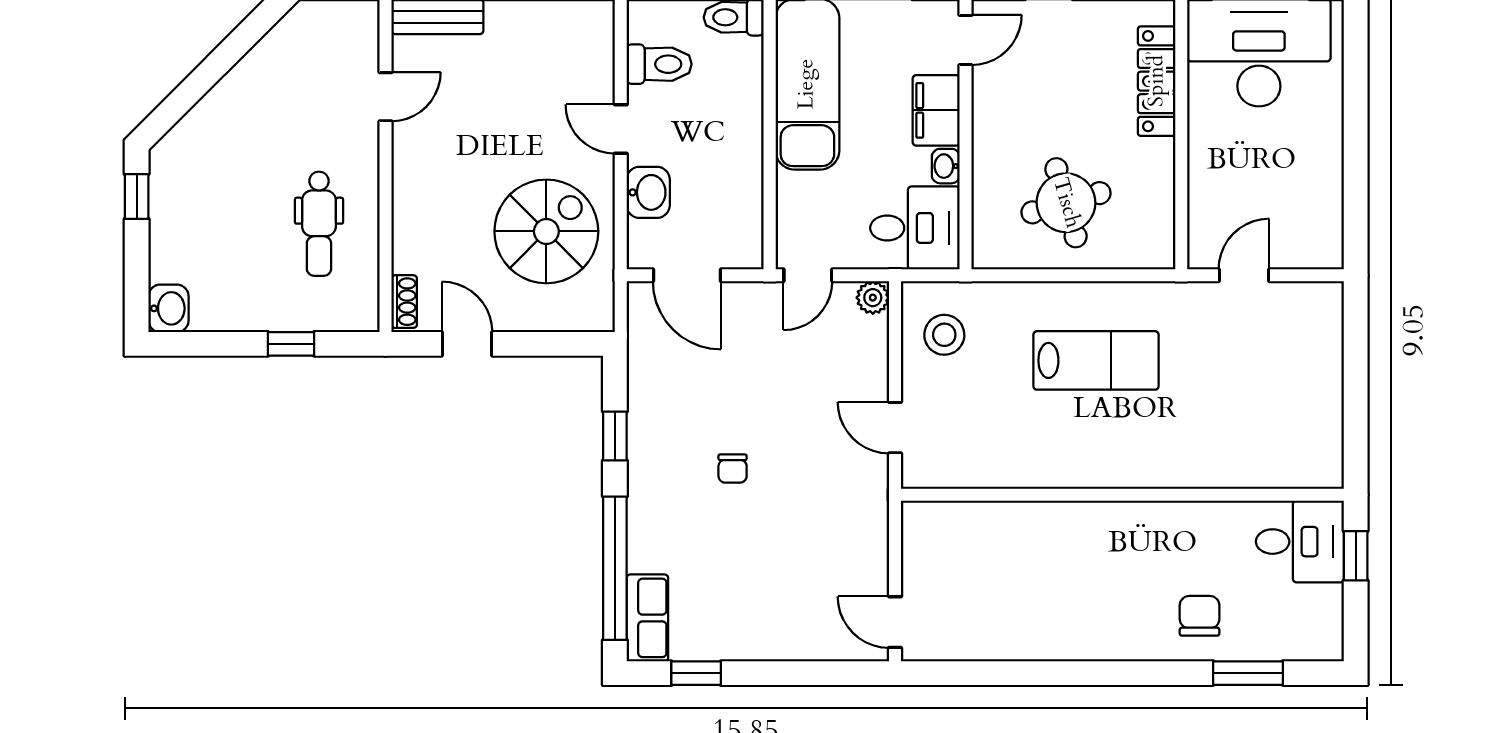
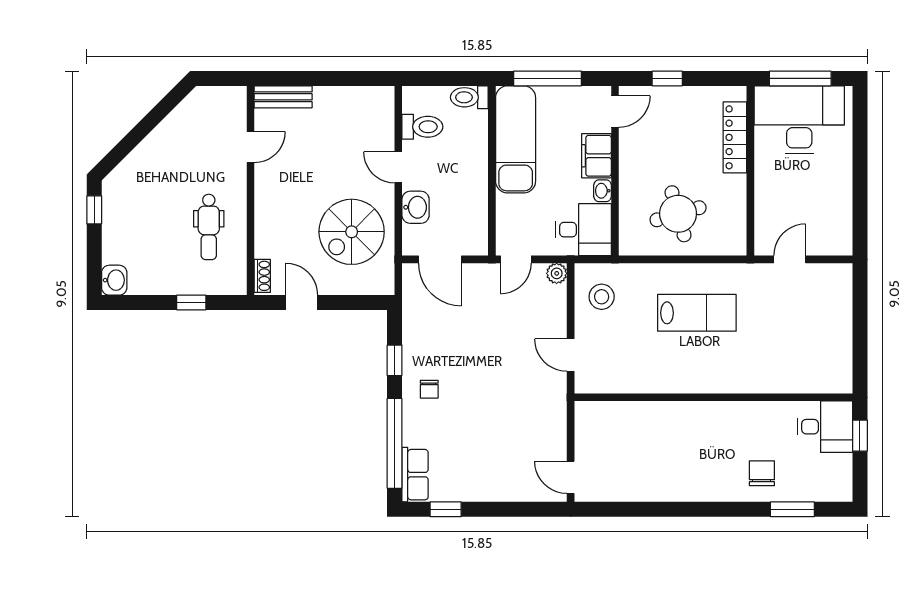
spiral stairs: (546, 231) -> (352, 232), turned 180
chair: (733, 469) -> (429, 389), moved

